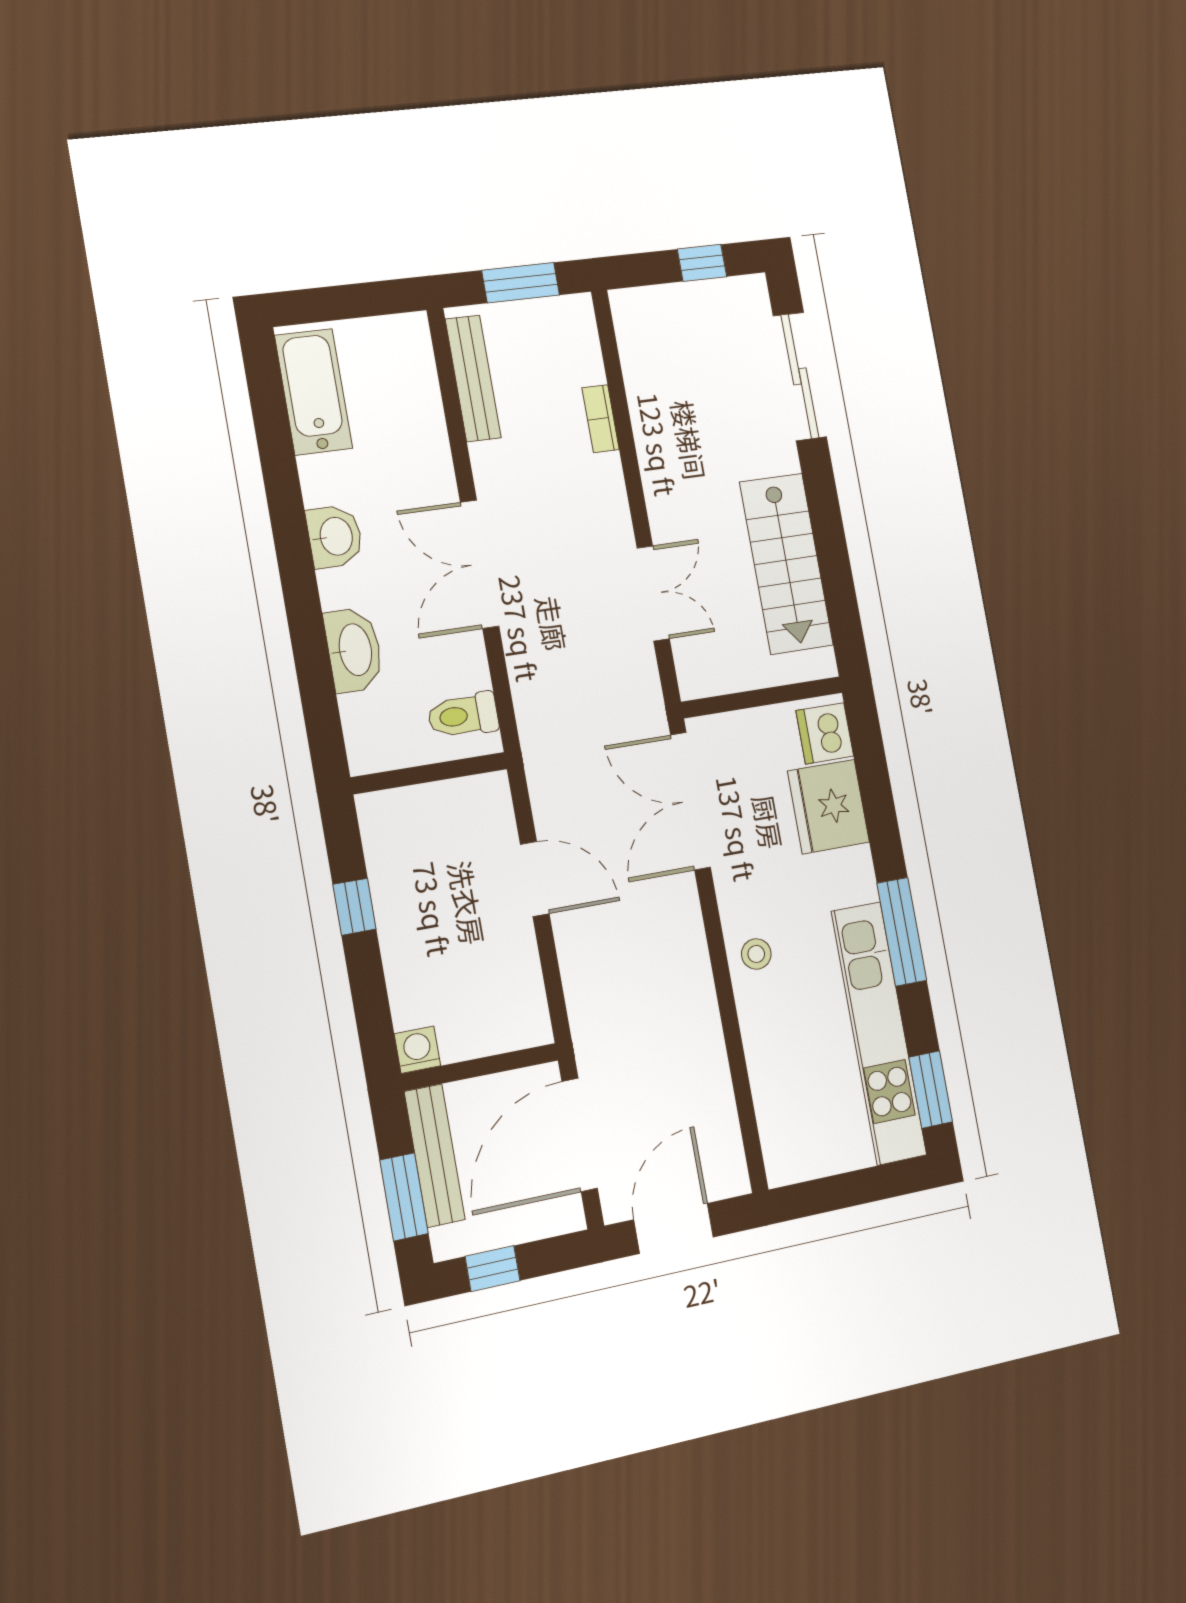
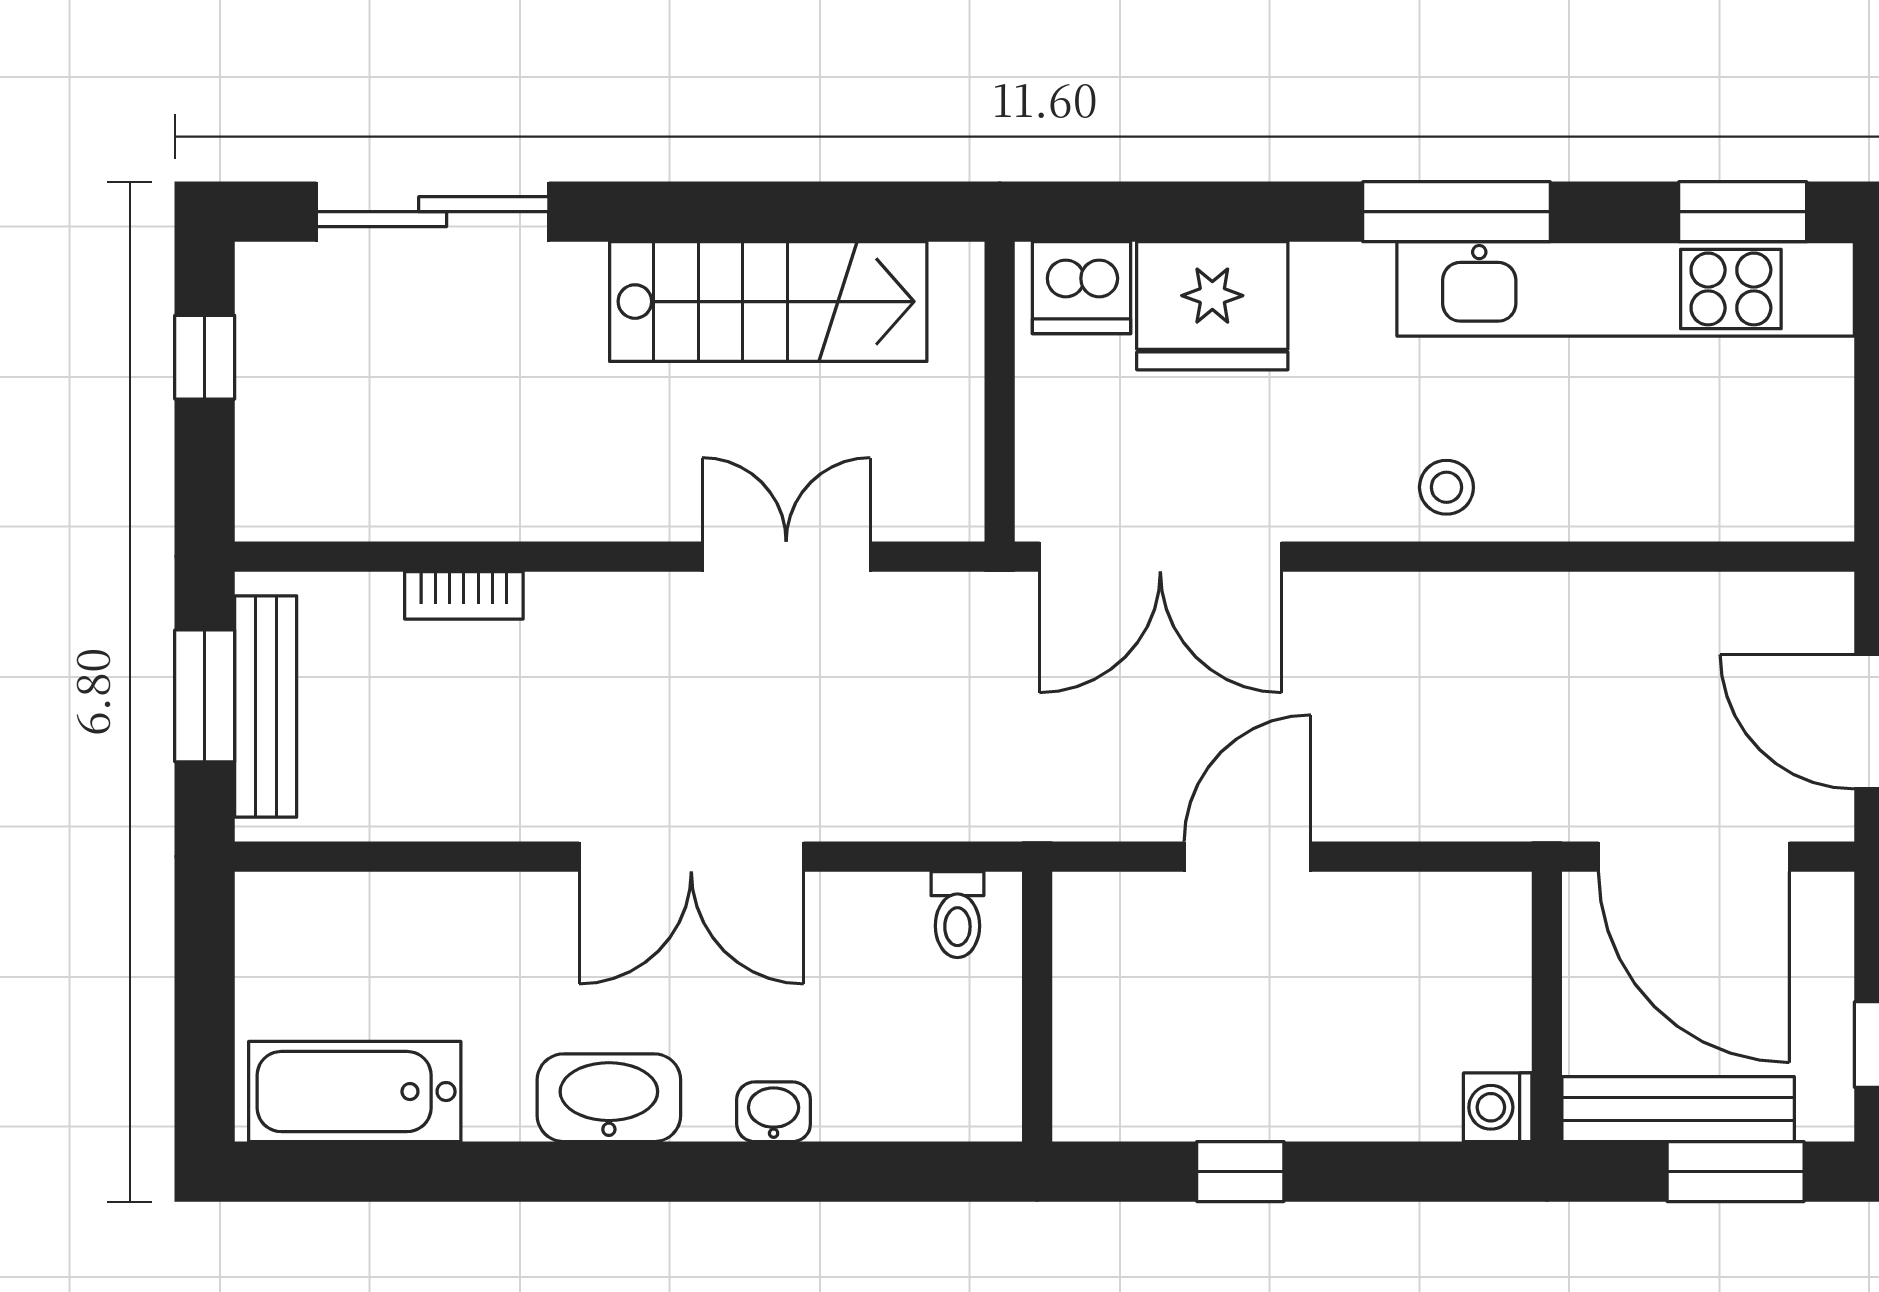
bench: (473, 378) -> (266, 707), moved, turned 90
washbasin: (335, 537) -> (609, 1098), width x1.38
washbasin: (354, 650) -> (774, 1112), width x0.52, depth x0.69
toilet: (463, 715) -> (957, 915), width x0.73, depth x0.72

